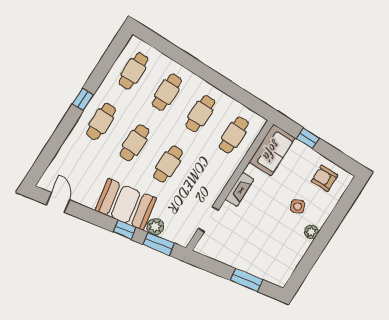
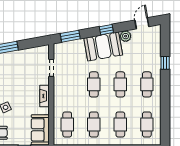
window: (83, 99) -> (165, 63), moved
door: (58, 202) -> (142, 23), swing flipped
plant: (155, 227) -> (126, 36), moved
window: (125, 230) -> (106, 30), moved

